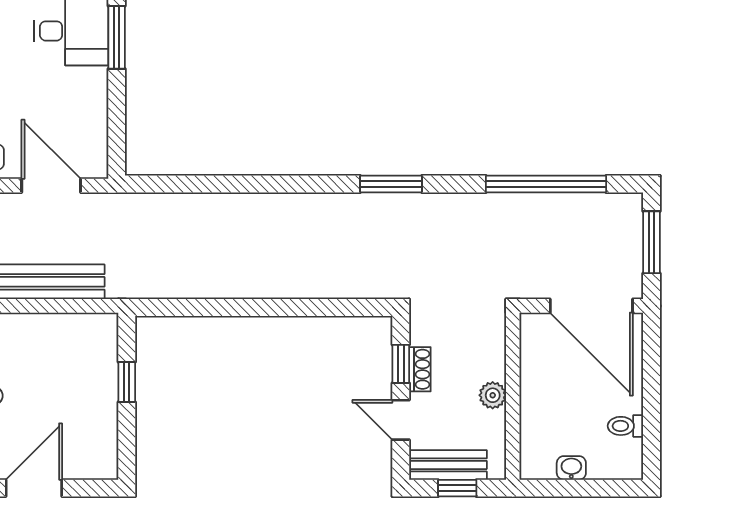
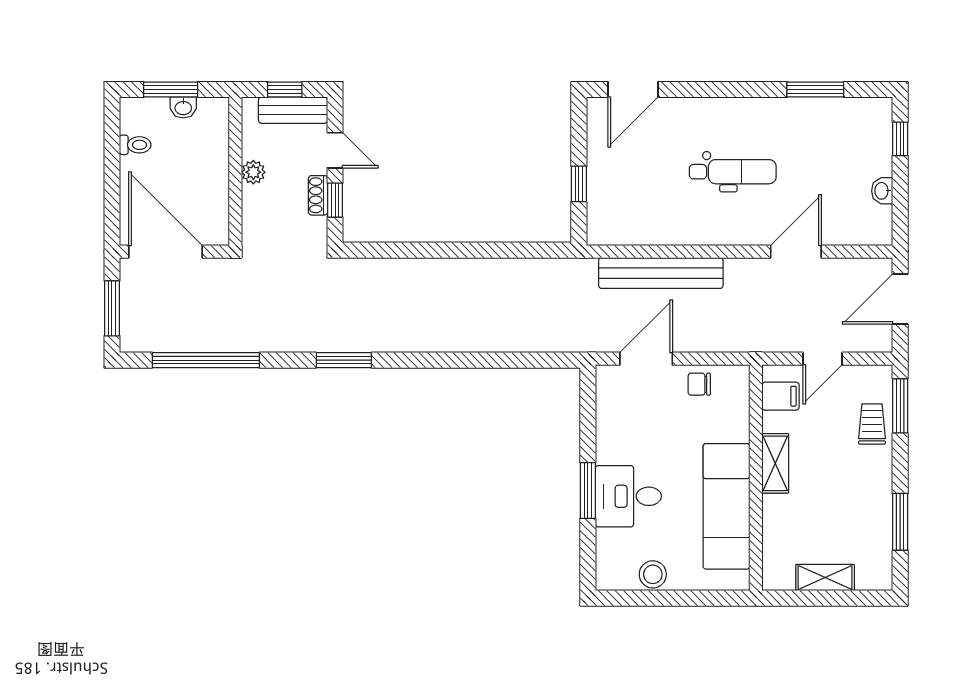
door: (51, 186) -> (646, 359), swing flipped
door: (34, 488) -> (633, 90), moved
window: (586, 488) -> (171, 90), added

